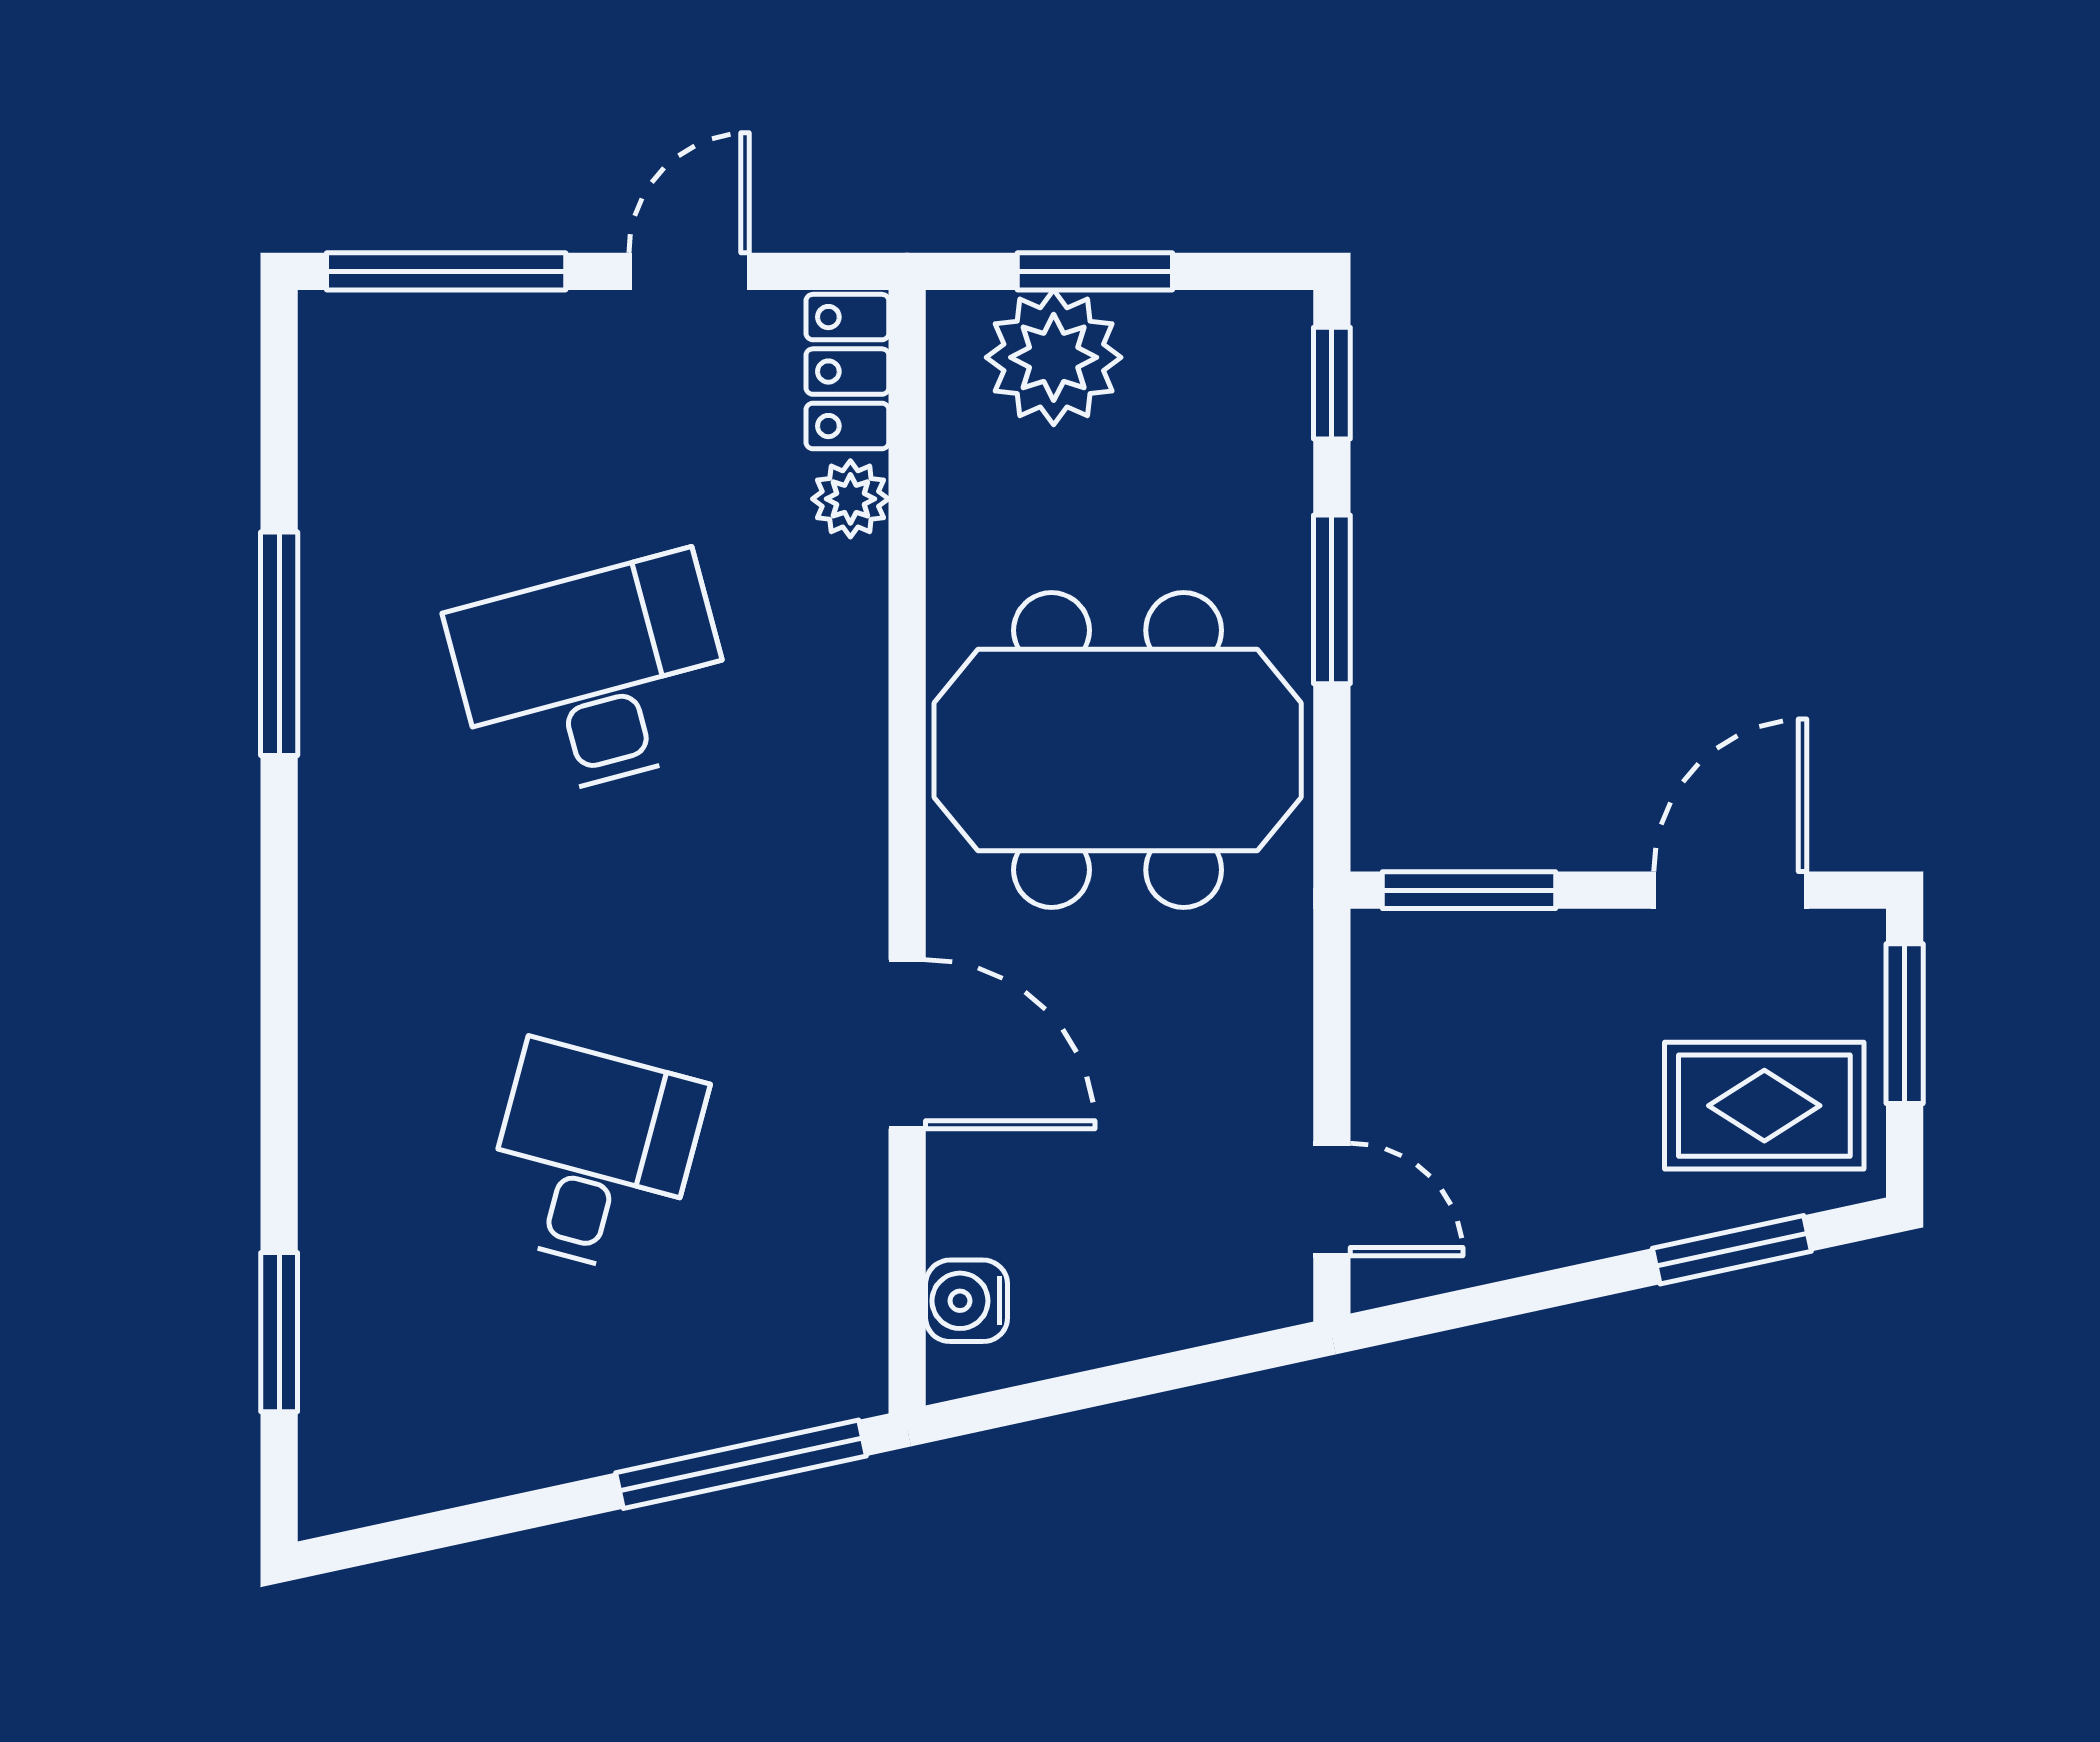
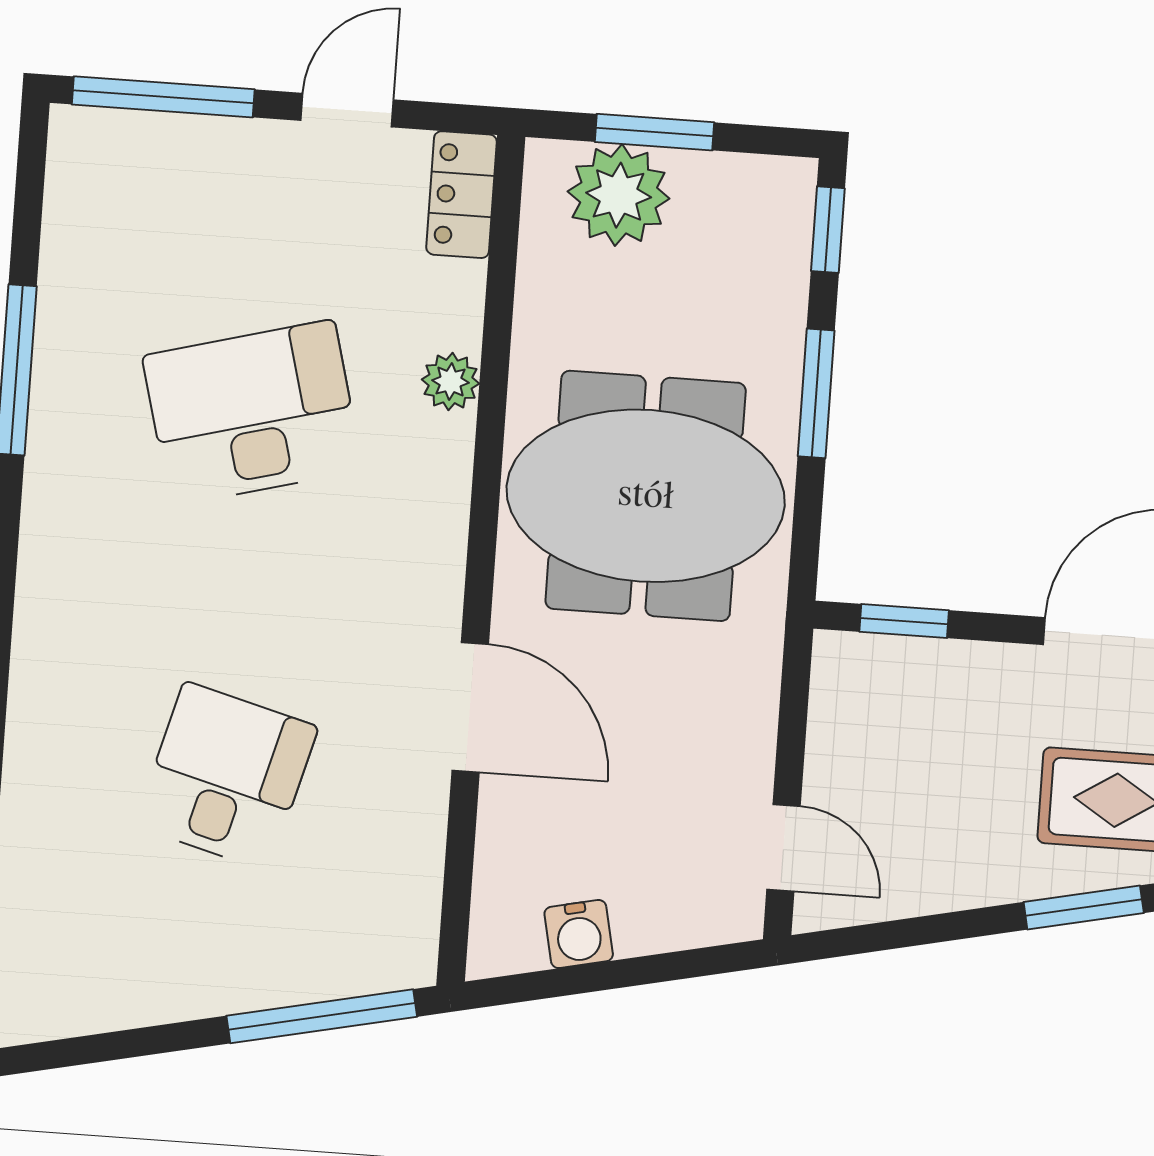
plant: (850, 499) -> (451, 382), moved
window: (1469, 890) -> (904, 621), width x0.67
water cooler: (967, 1301) -> (579, 934), moved, turned -102

